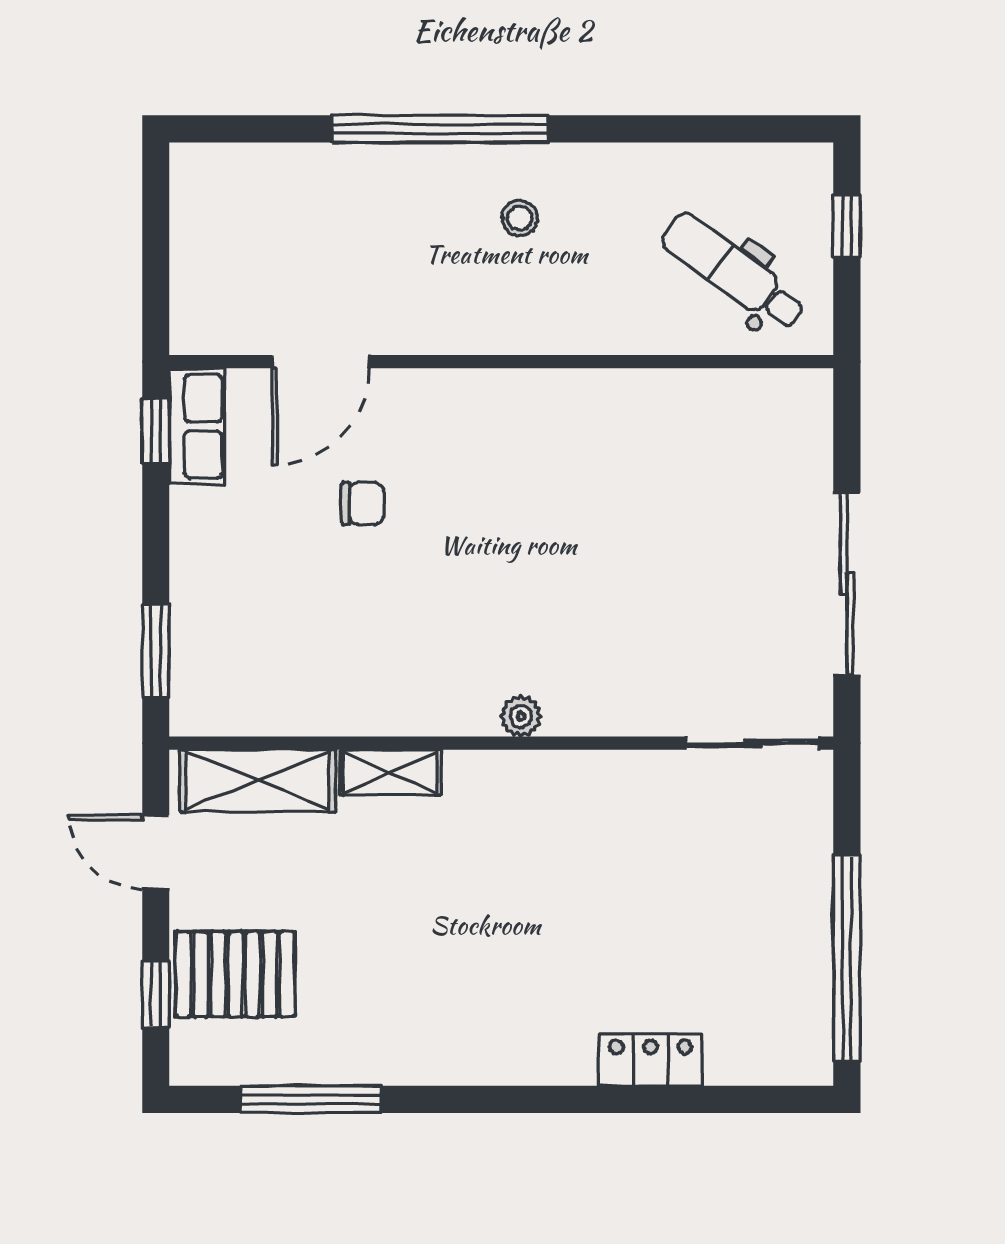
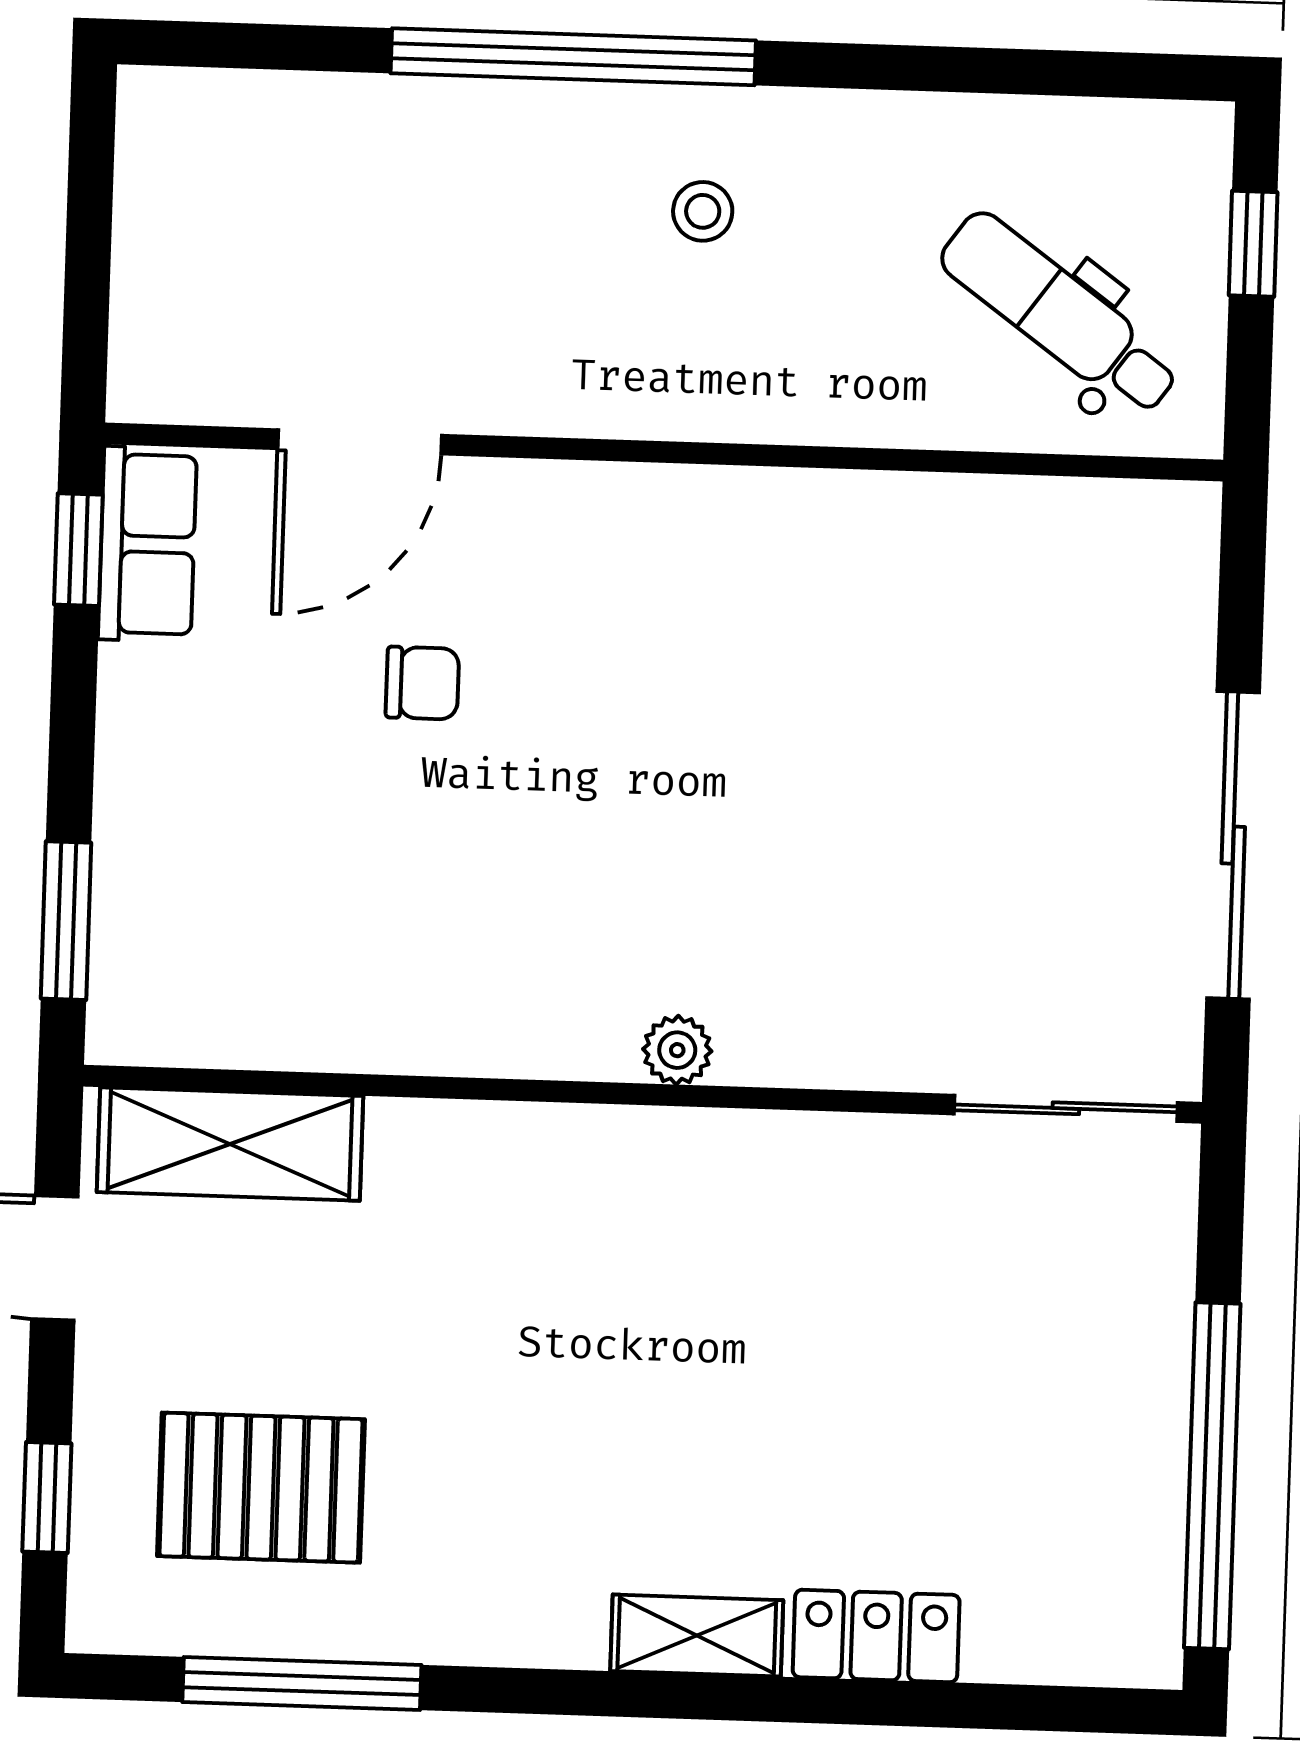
shelving: (390, 772) -> (697, 1636), moved
pallet: (235, 974) -> (261, 1488), moved

